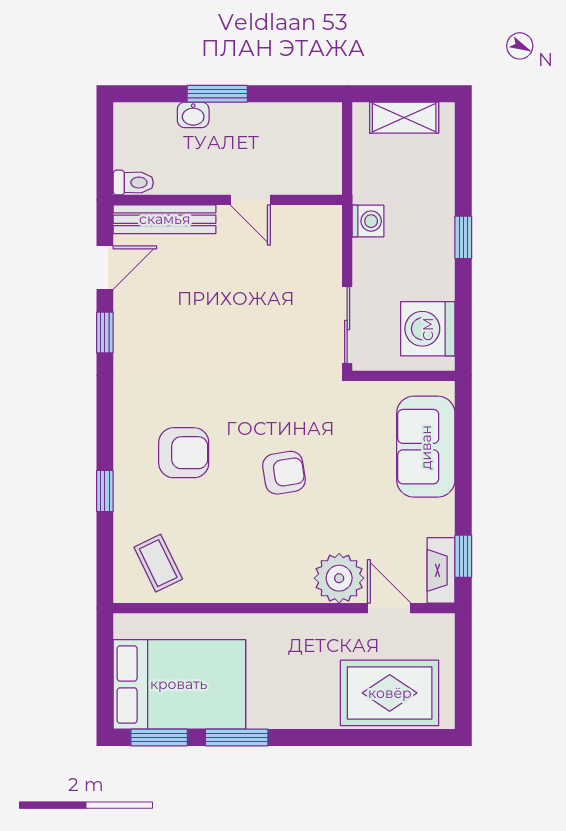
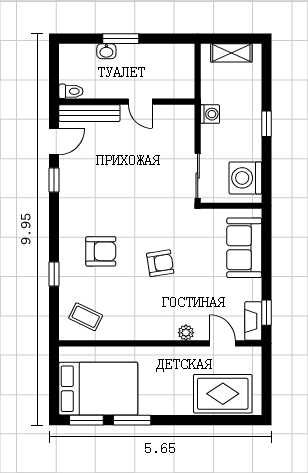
coffee table: (158, 563) -> (86, 317), turned -38
plant: (339, 578) -> (186, 333), width x0.53, depth x0.53

